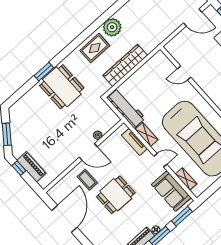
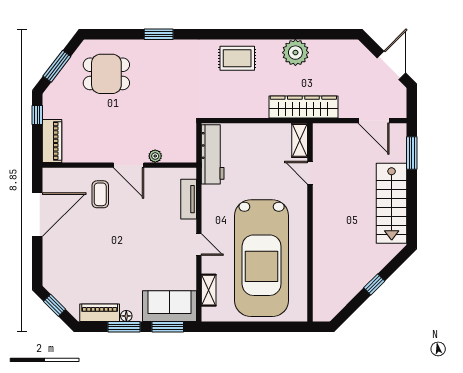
plant: (112, 27) -> (295, 53), moved
wardrobe: (125, 65) -> (303, 107), moved
dining table: (62, 87) -> (106, 74), moved, width x0.73
shelving: (146, 134) -> (300, 140), moved
piano: (31, 167) -> (52, 141), moved
sofa: (171, 191) -> (170, 306), moved, turned 90
dining table: (116, 195) -> (117, 239), removed

